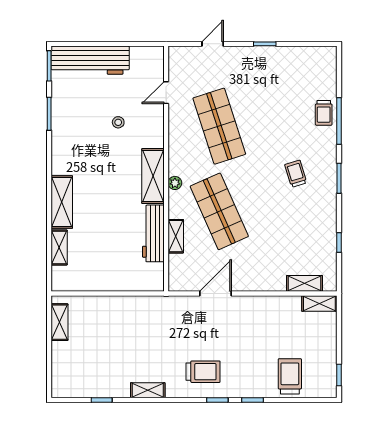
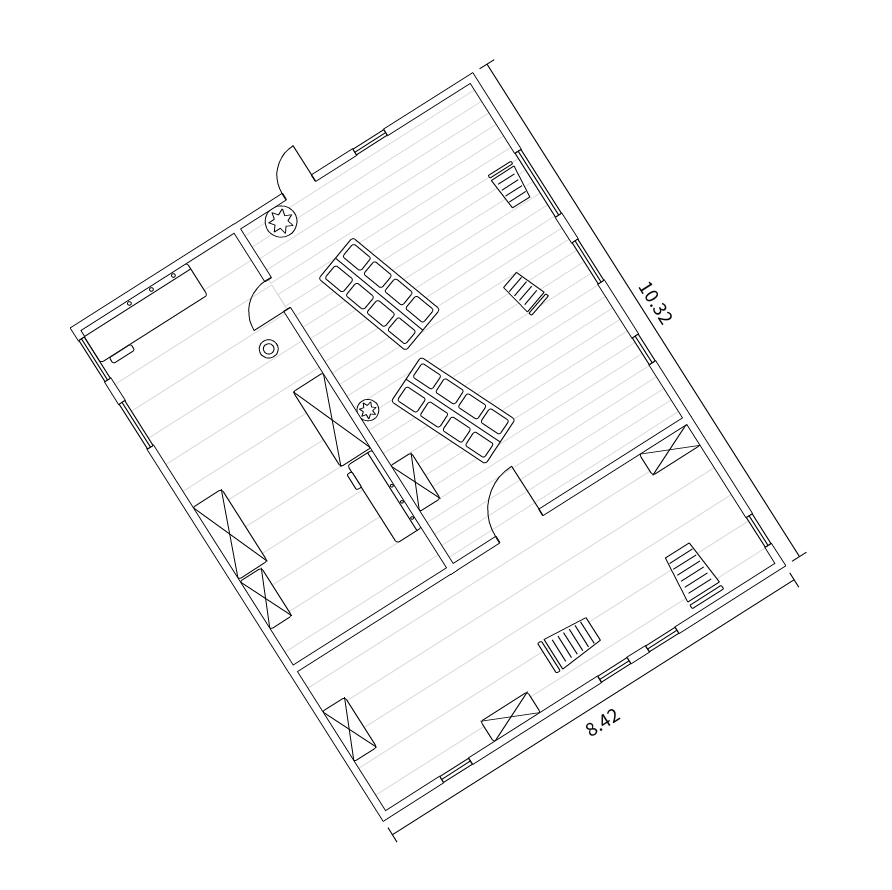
plant: (192, 56) -> (281, 222), added
stool: (118, 122) -> (269, 349), moved
shelving: (304, 283) -> (632, 435), removed
shelving: (59, 322) -> (349, 729), moved

